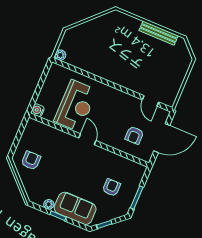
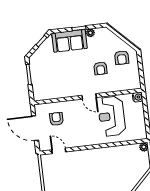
door: (162, 138) -> (35, 128), hinge flipped
armchair: (111, 188) -> (101, 68), moved

